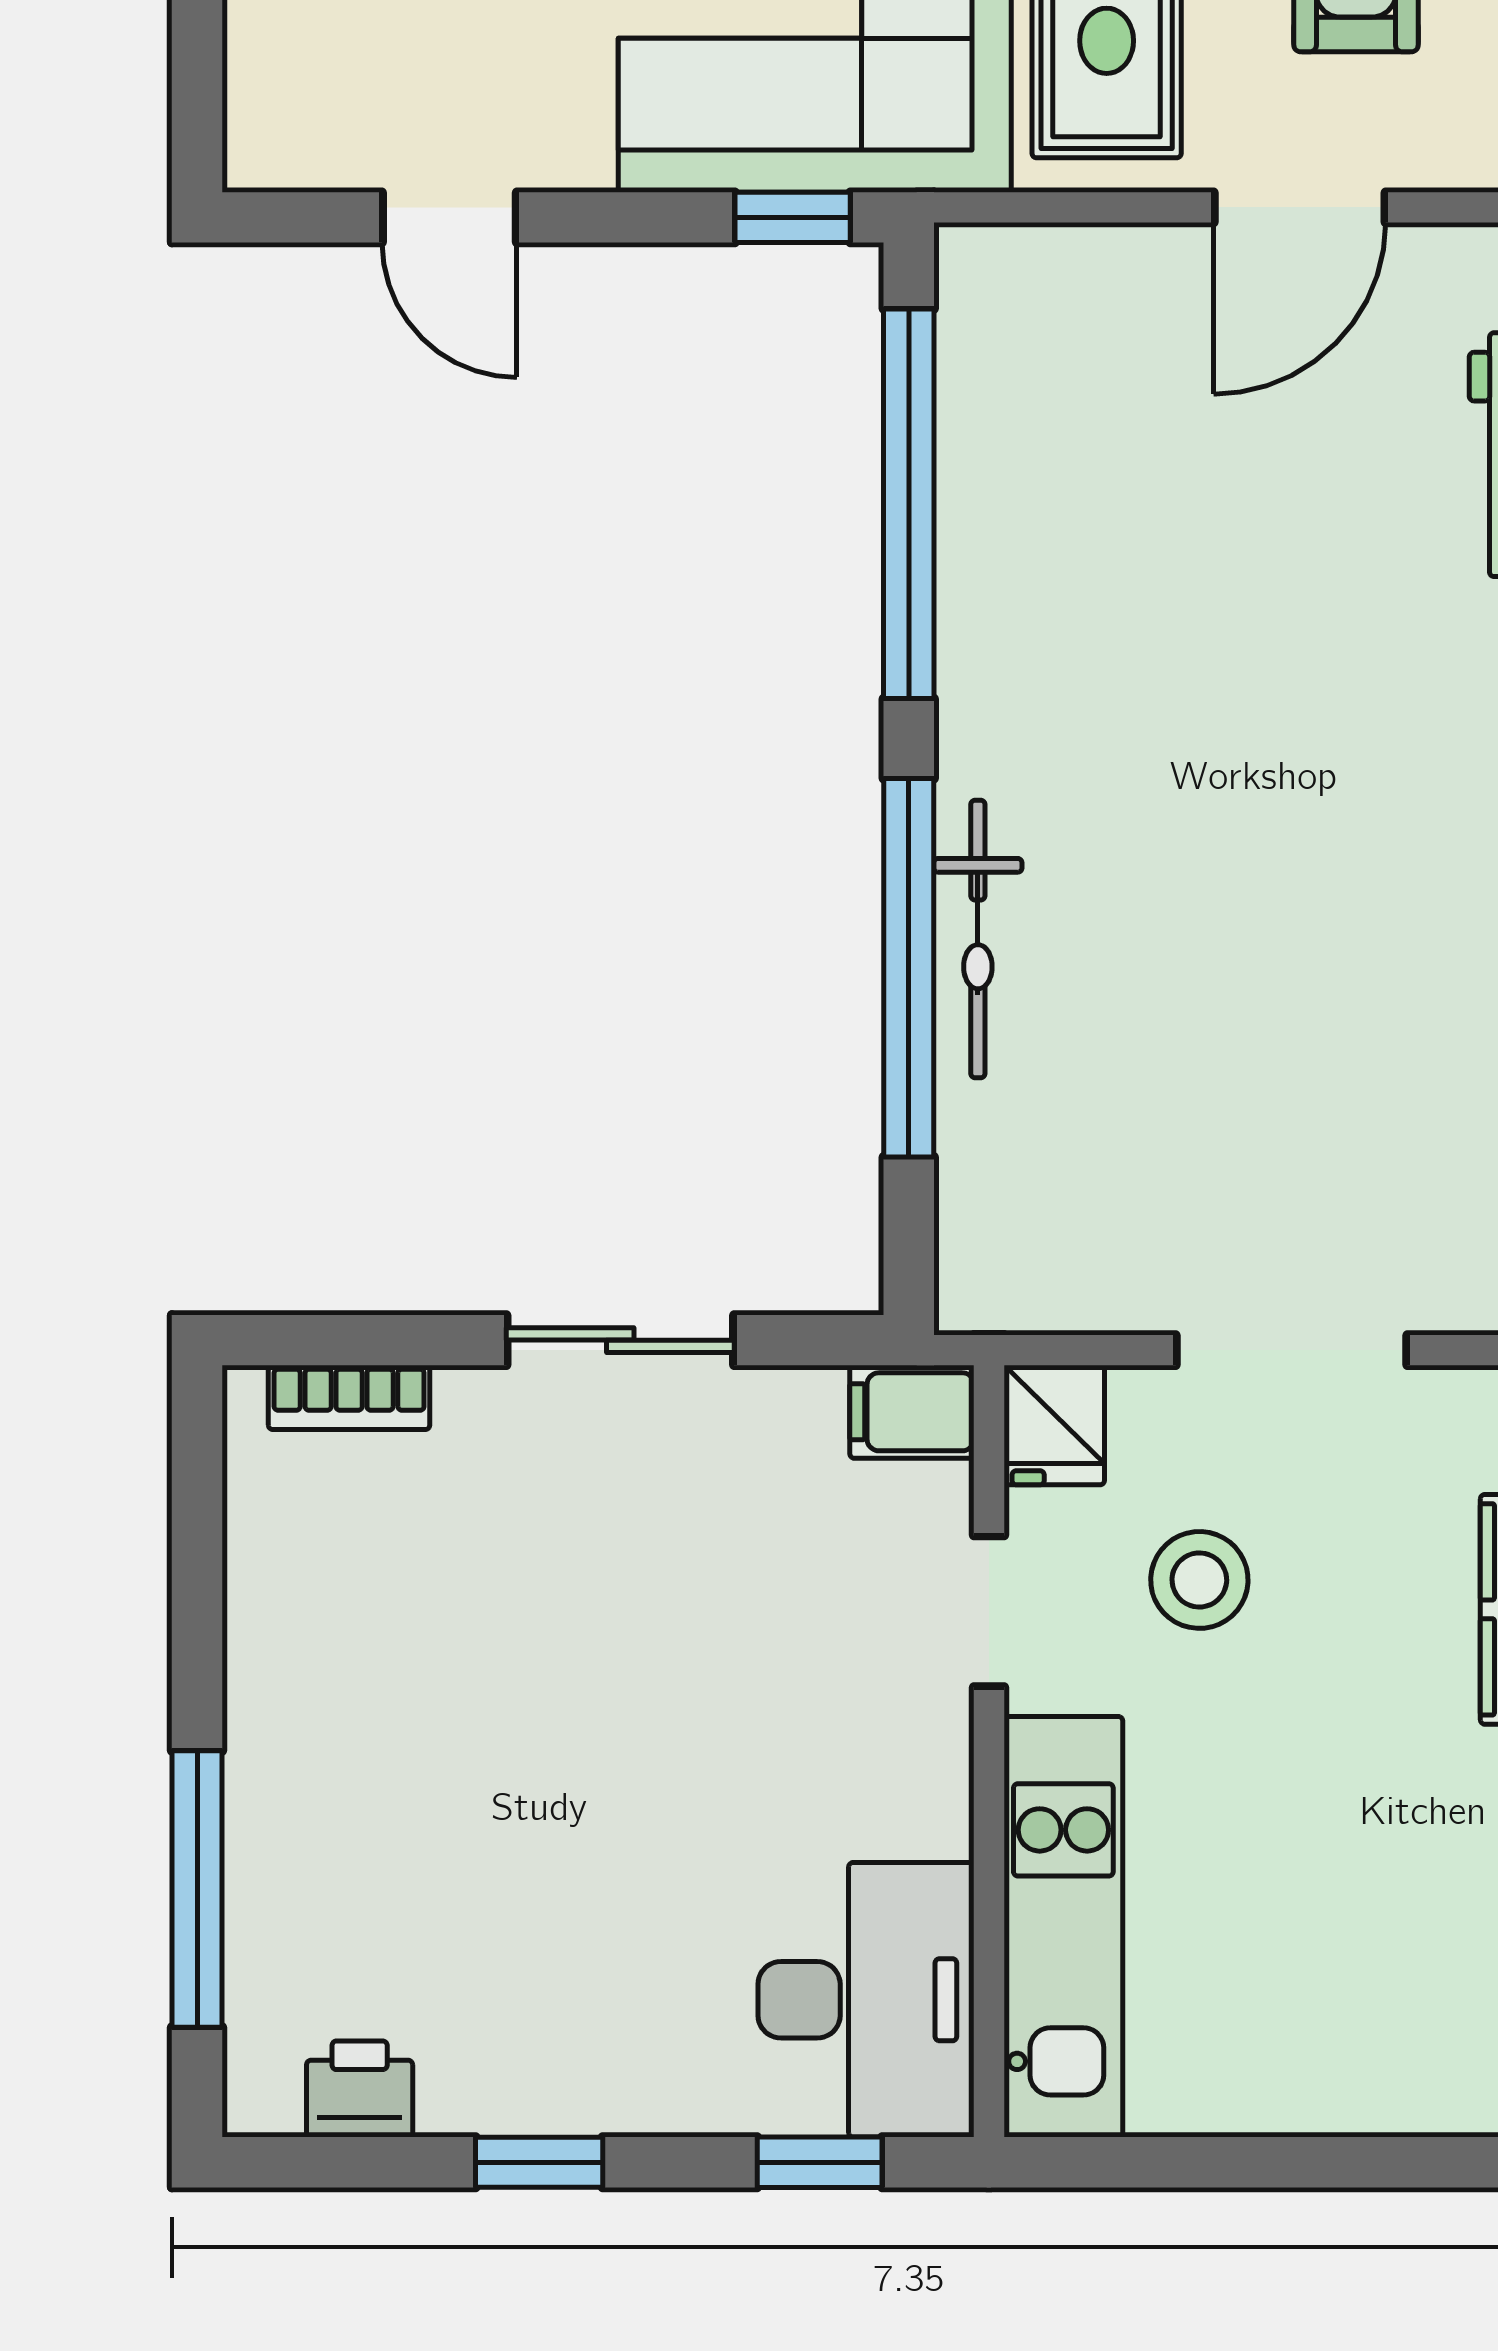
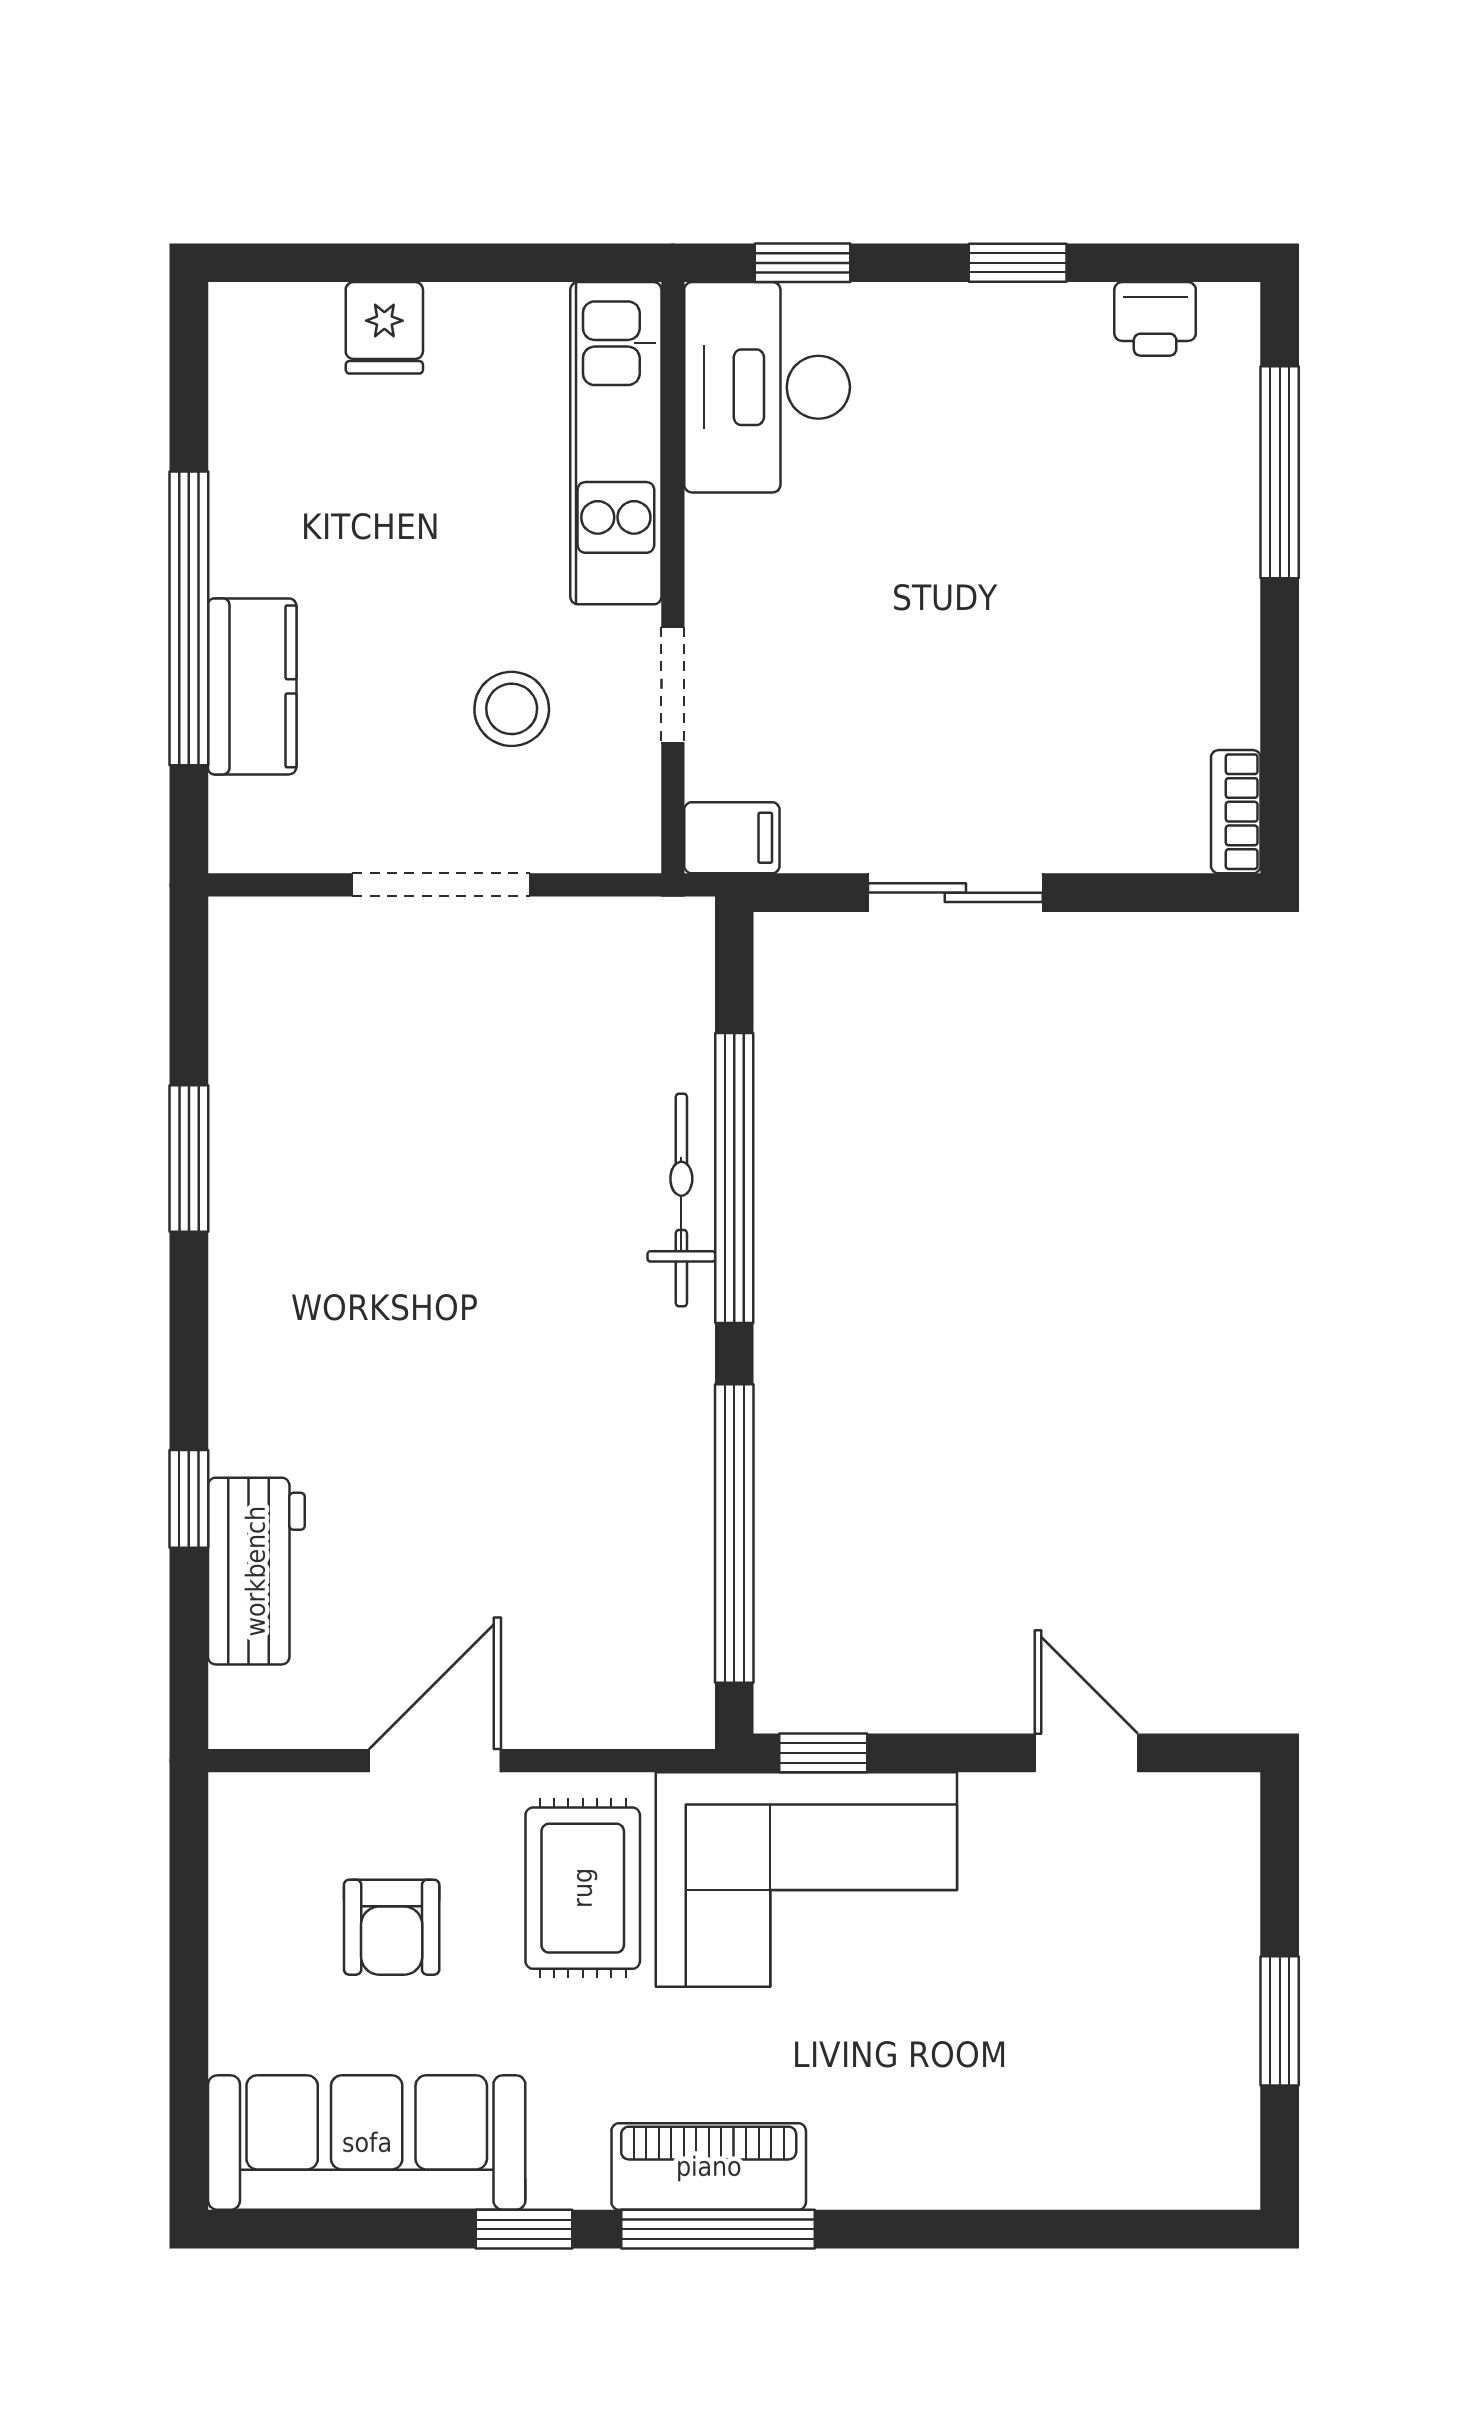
bookcase: (349, 1397) -> (1236, 812), moved, turned -90
fridge: (1054, 1425) -> (384, 328), moved, turned 180

